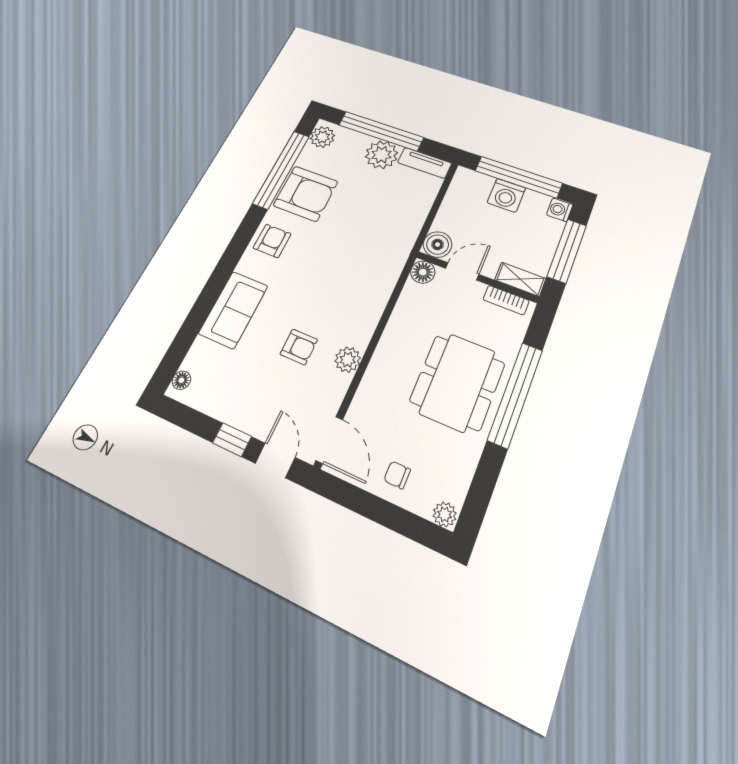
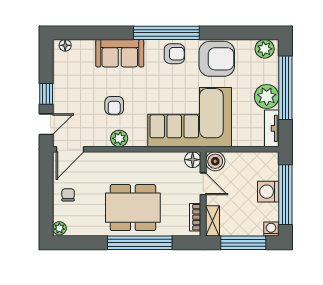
window: (281, 170) -> (166, 33), moved
armchair: (306, 194) -> (217, 59), turned -90
corner sofa: (363, 254) -> (190, 117), added

